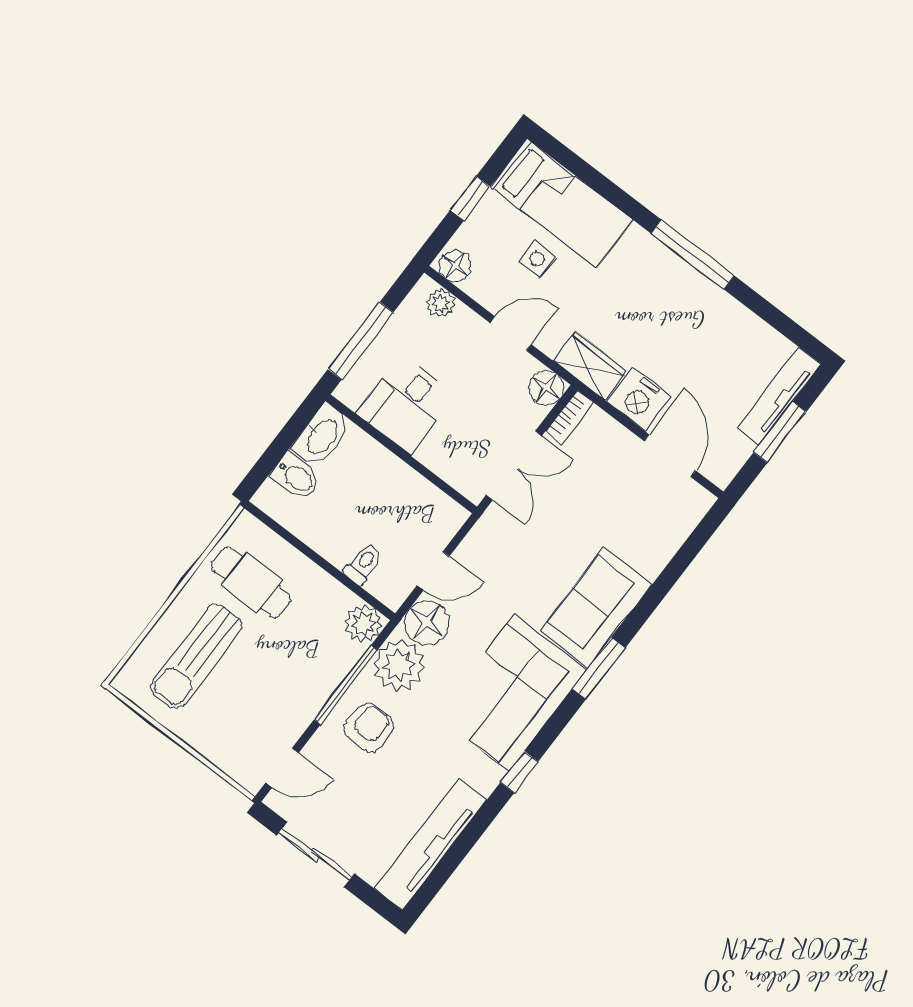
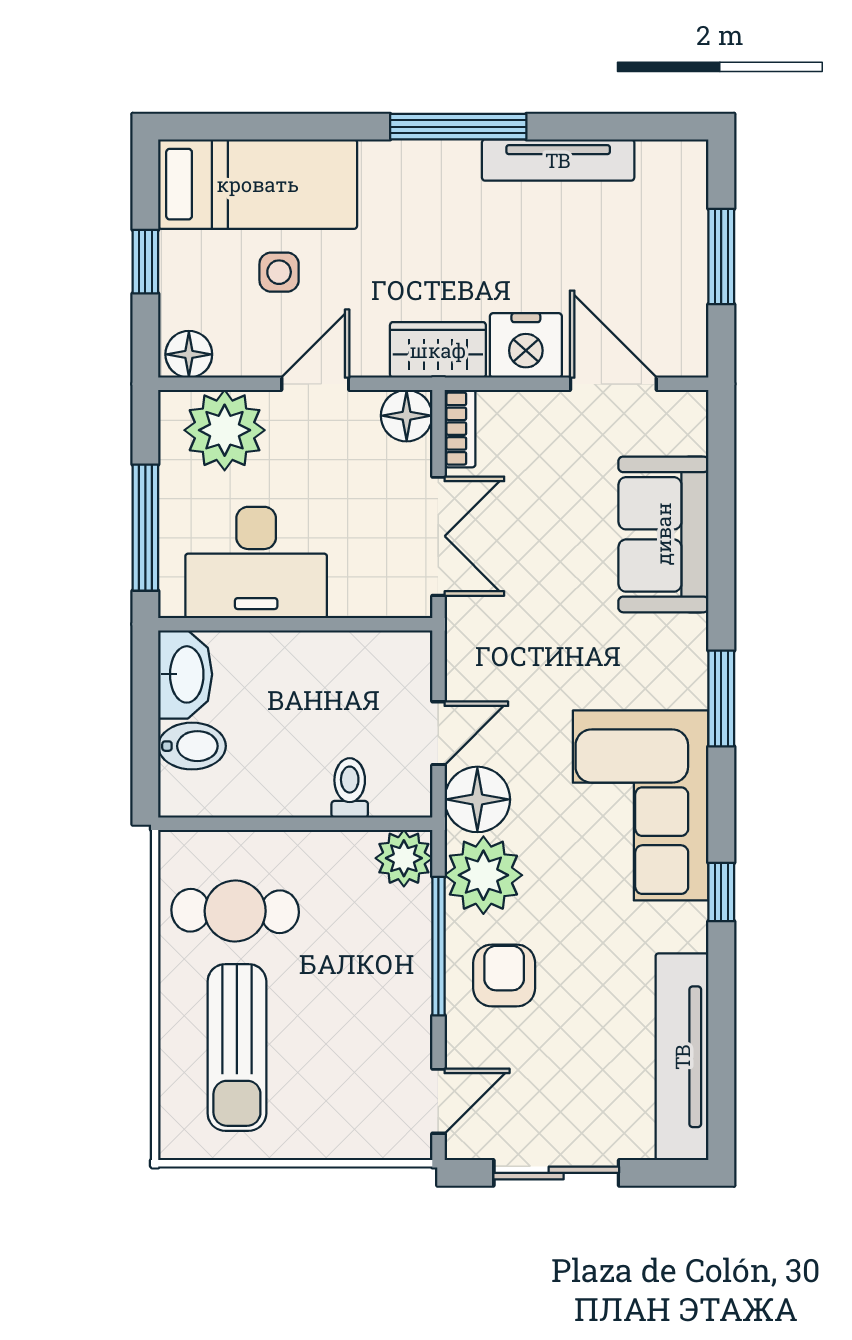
plant: (441, 303) -> (225, 430), width x1.87, depth x1.87
tv unit: (779, 396) -> (558, 160), moved, turned -90
desk: (406, 405) -> (256, 562), width x1.37
sofa: (596, 607) -> (663, 534), moved

